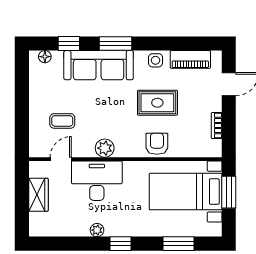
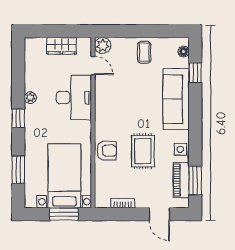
window: (115, 44) -> (195, 181), moved
coffee table: (62, 121) -> (144, 52), moved
plant: (105, 148) -> (103, 45), moved

